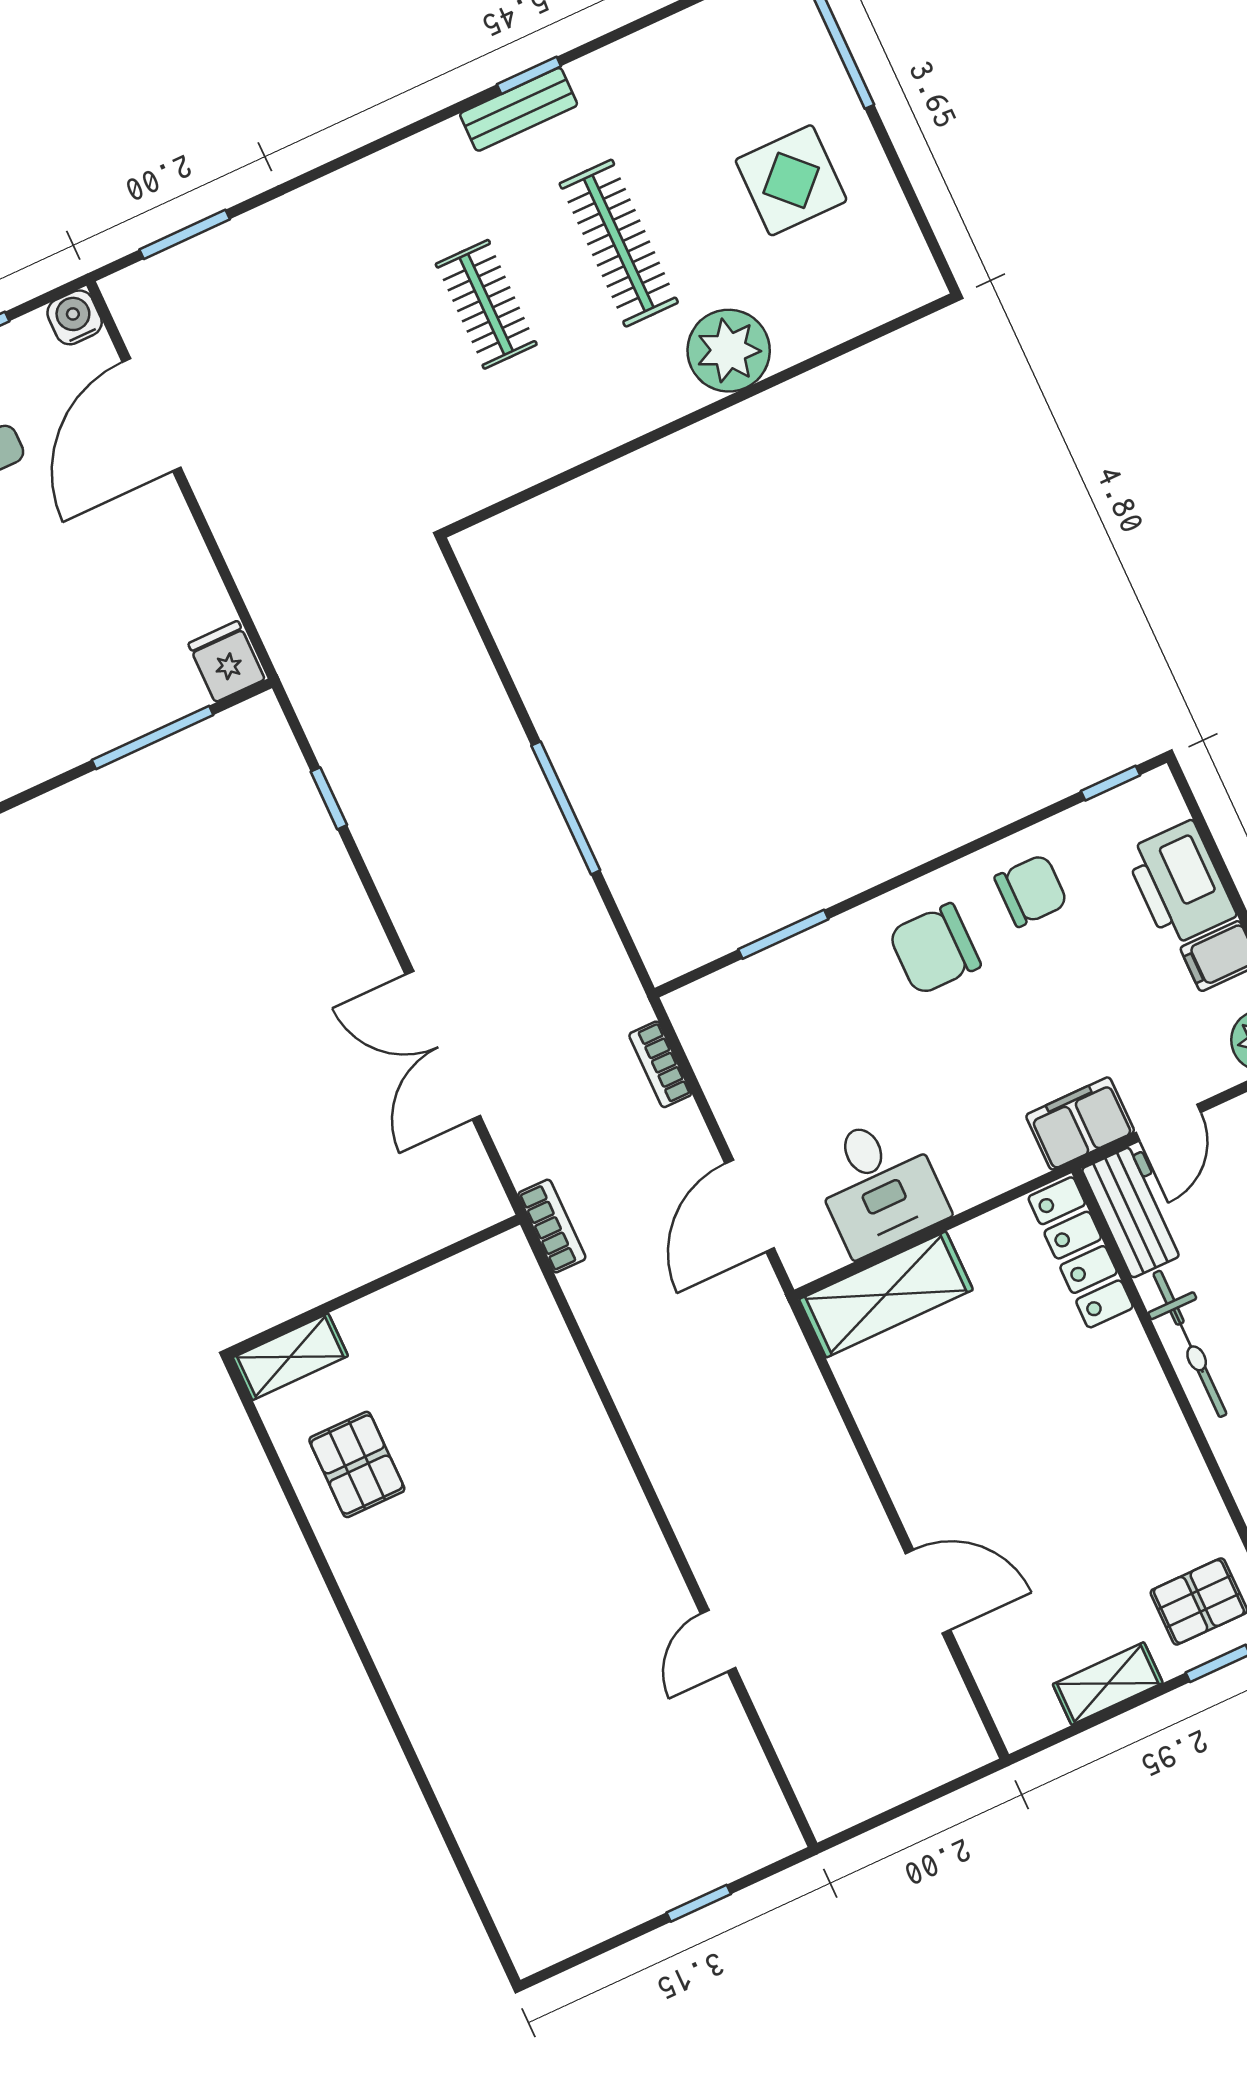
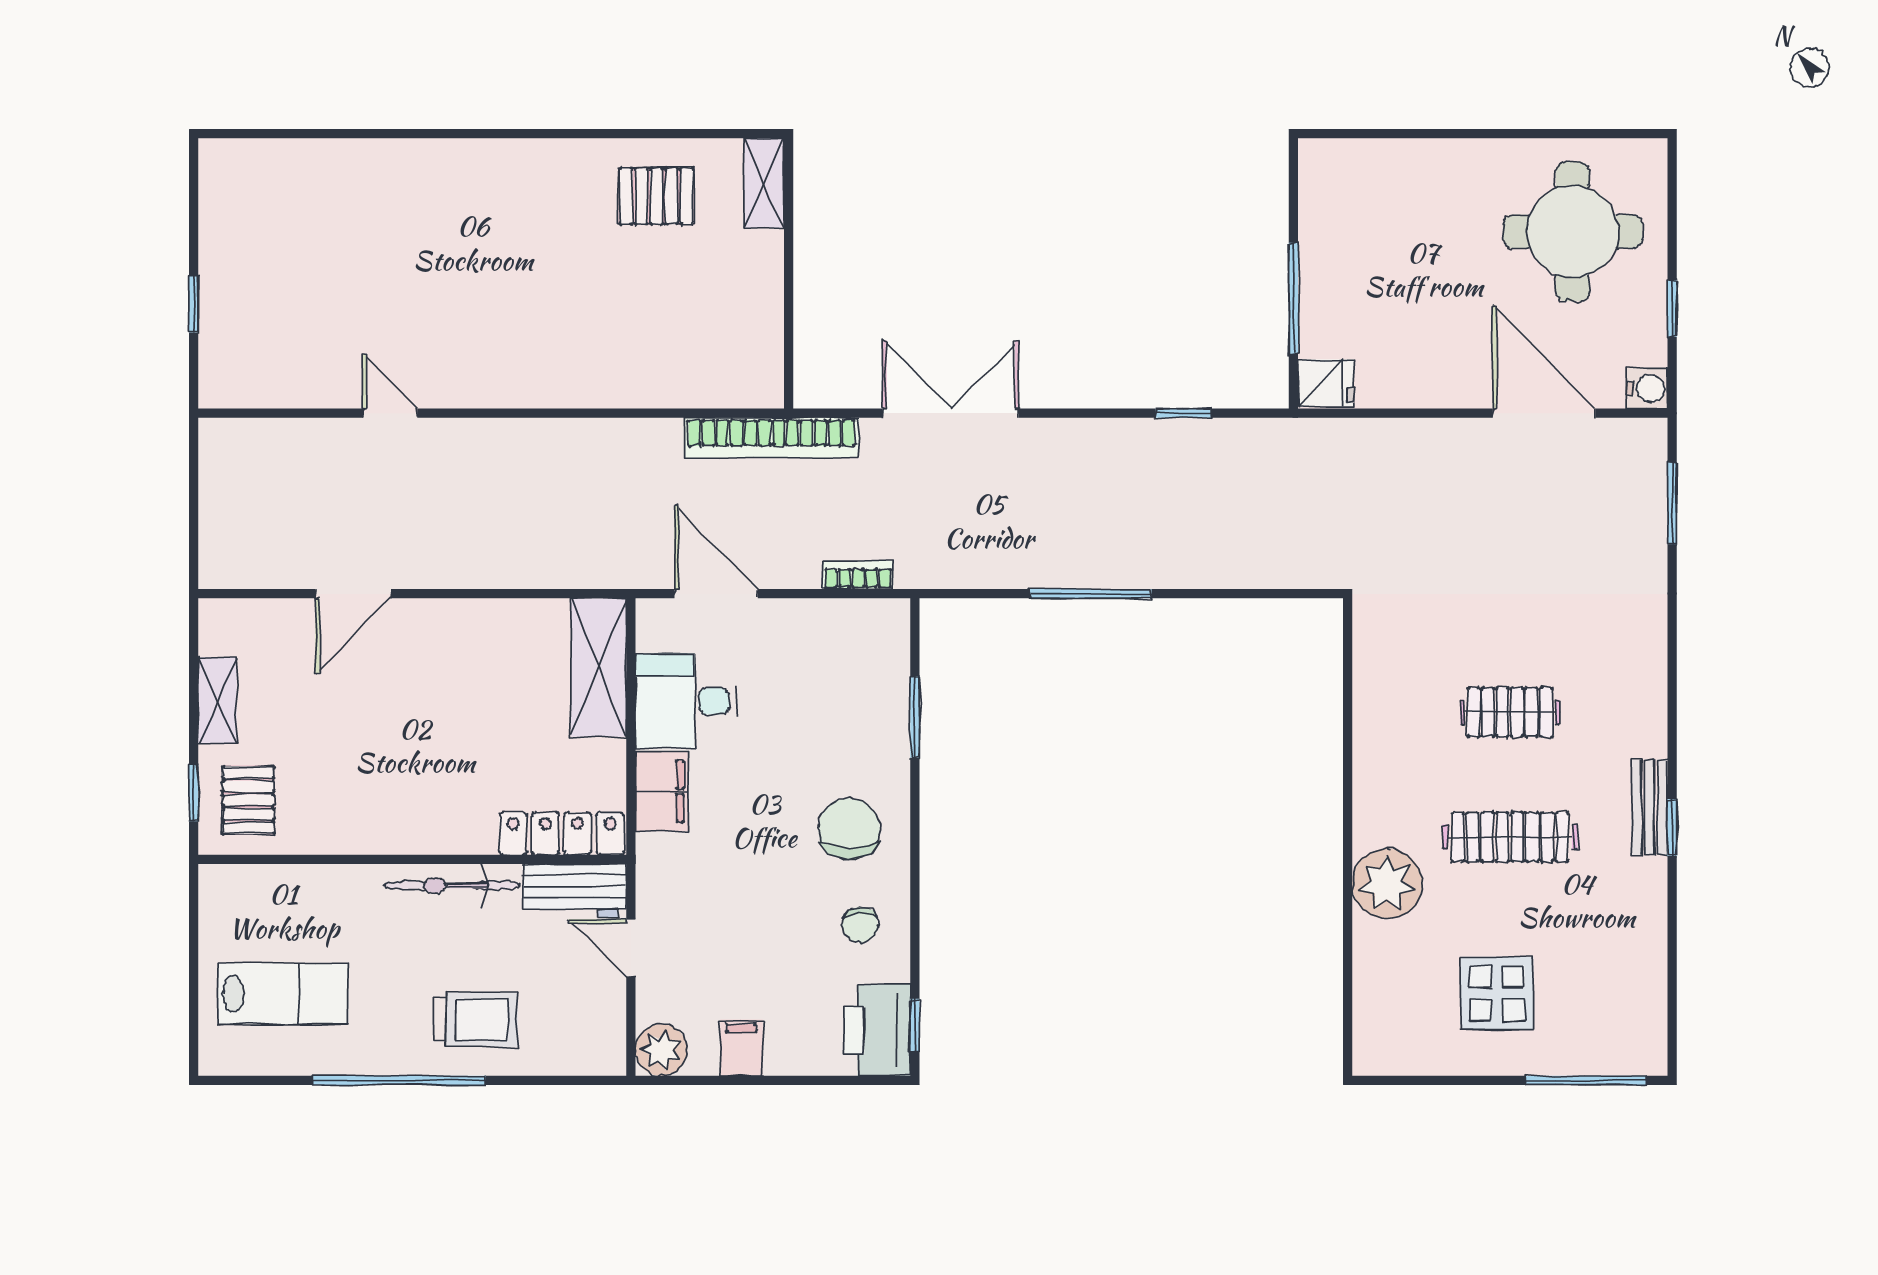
printer: (1180, 883) -> (877, 1030), moved, turned -90
chair: (1031, 891) -> (860, 925), width x0.73, depth x0.73
filing cabinet: (1080, 1123) -> (662, 791), moved
bookcase: (552, 1226) -> (771, 438), width x2.31, depth x1.31

